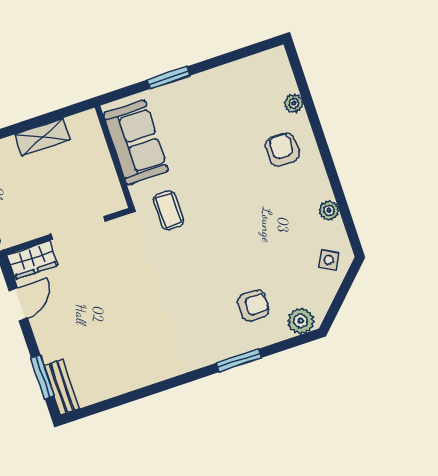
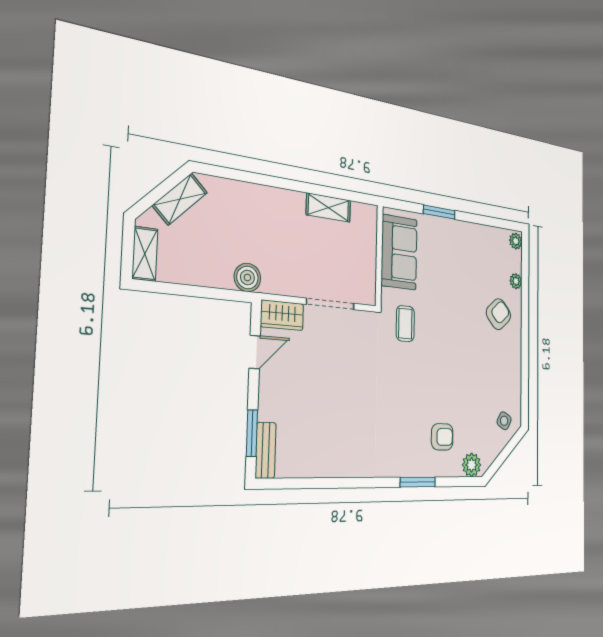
armchair: (282, 150) -> (498, 314), turned 48
plant: (329, 210) -> (516, 241), moved

